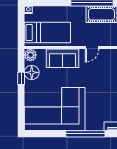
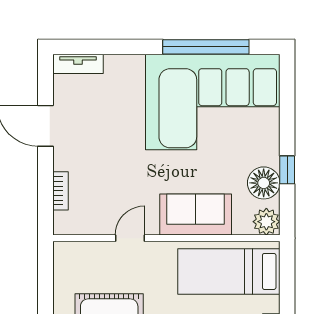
window: (85, 134) -> (206, 47), moved

